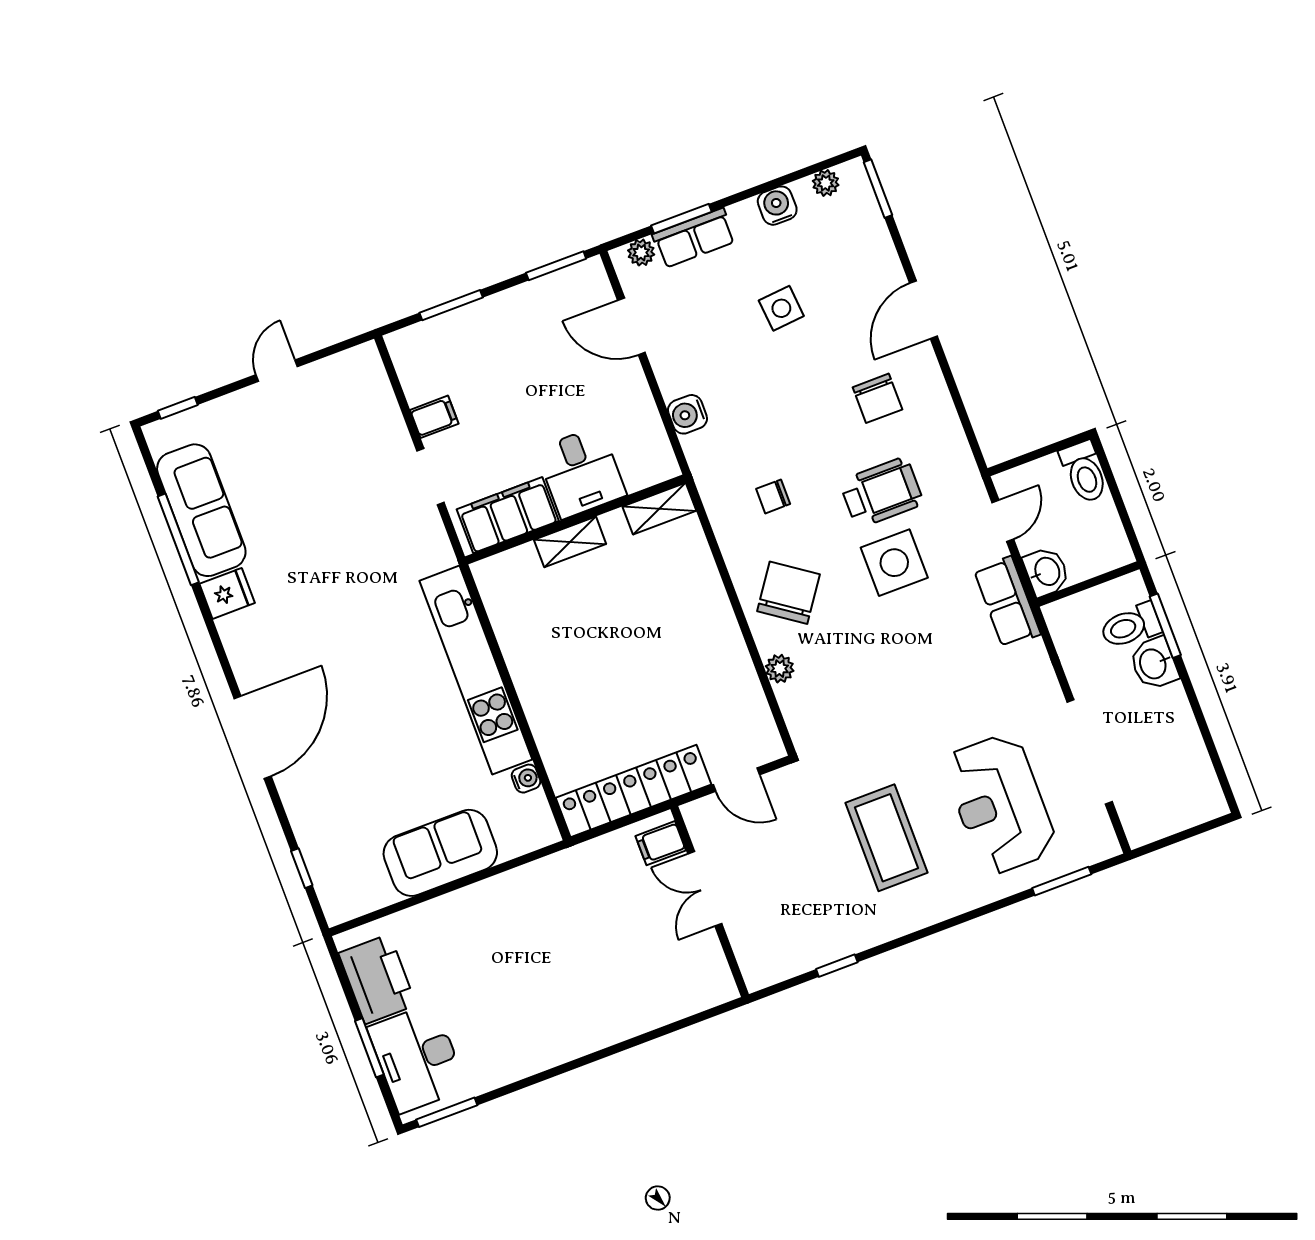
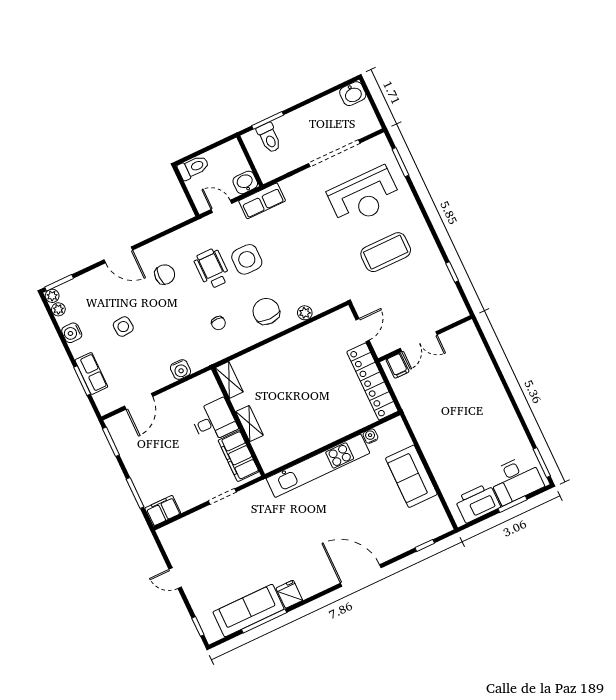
plant: (641, 253) -> (52, 296), moved
filing cabinet: (434, 417) -> (163, 511), moved, width x2.00
chair: (789, 593) -> (266, 311), turned 55
washbasin: (1154, 663) -> (353, 94), moved

